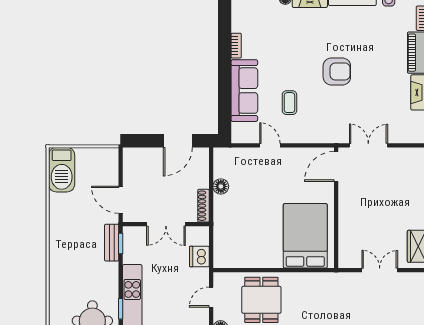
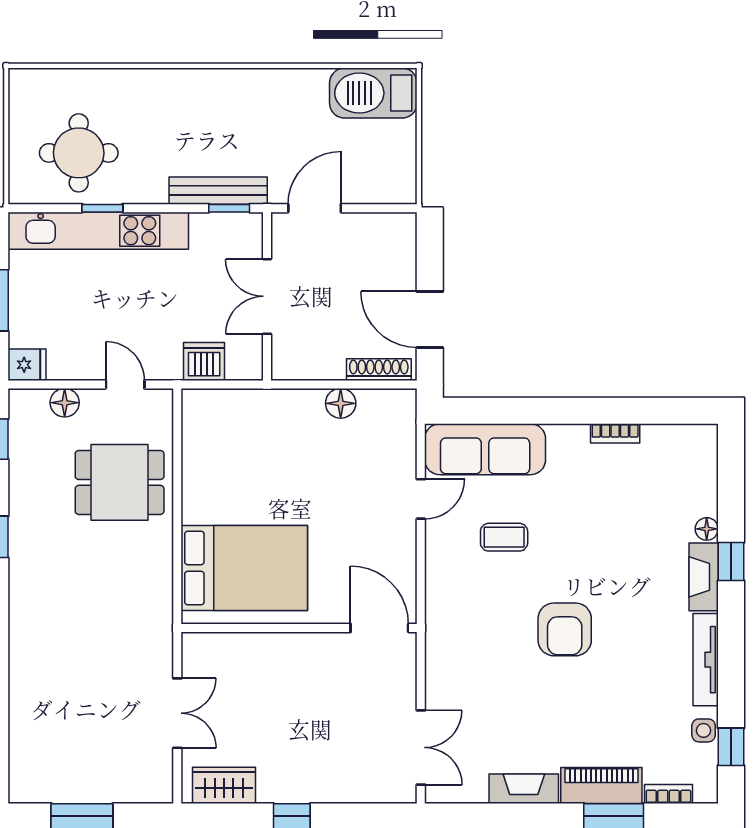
sofa: (244, 91) -> (485, 449), moved
double door: (368, 145) -> (421, 747), moved
shoe rack: (204, 206) -> (379, 370), moved
bench: (112, 243) -> (218, 191), width x1.36

